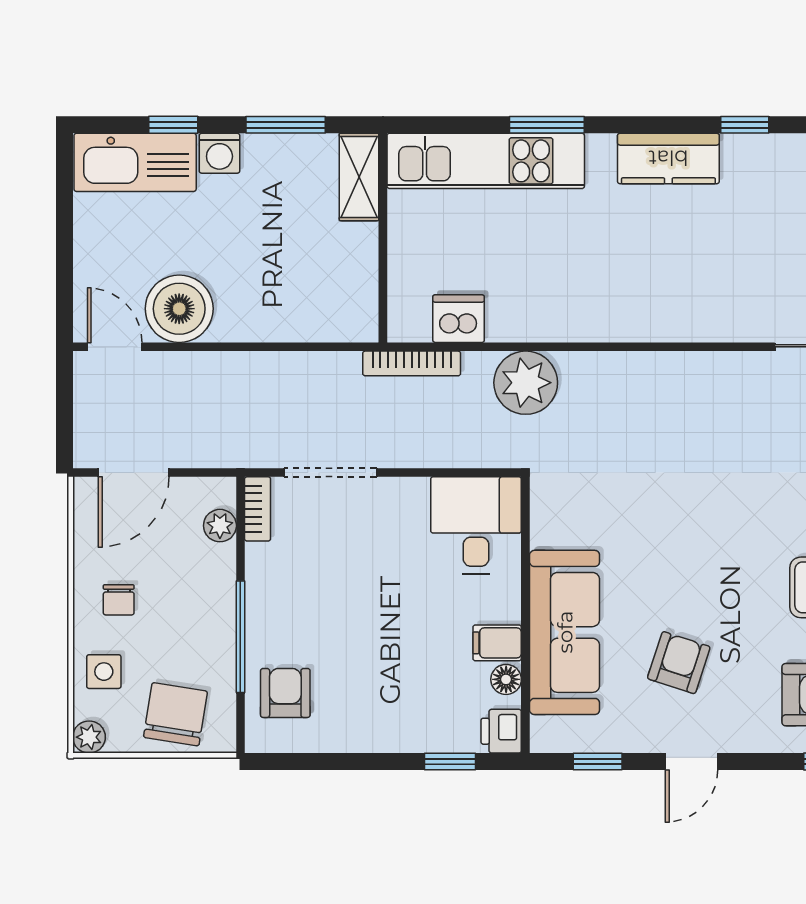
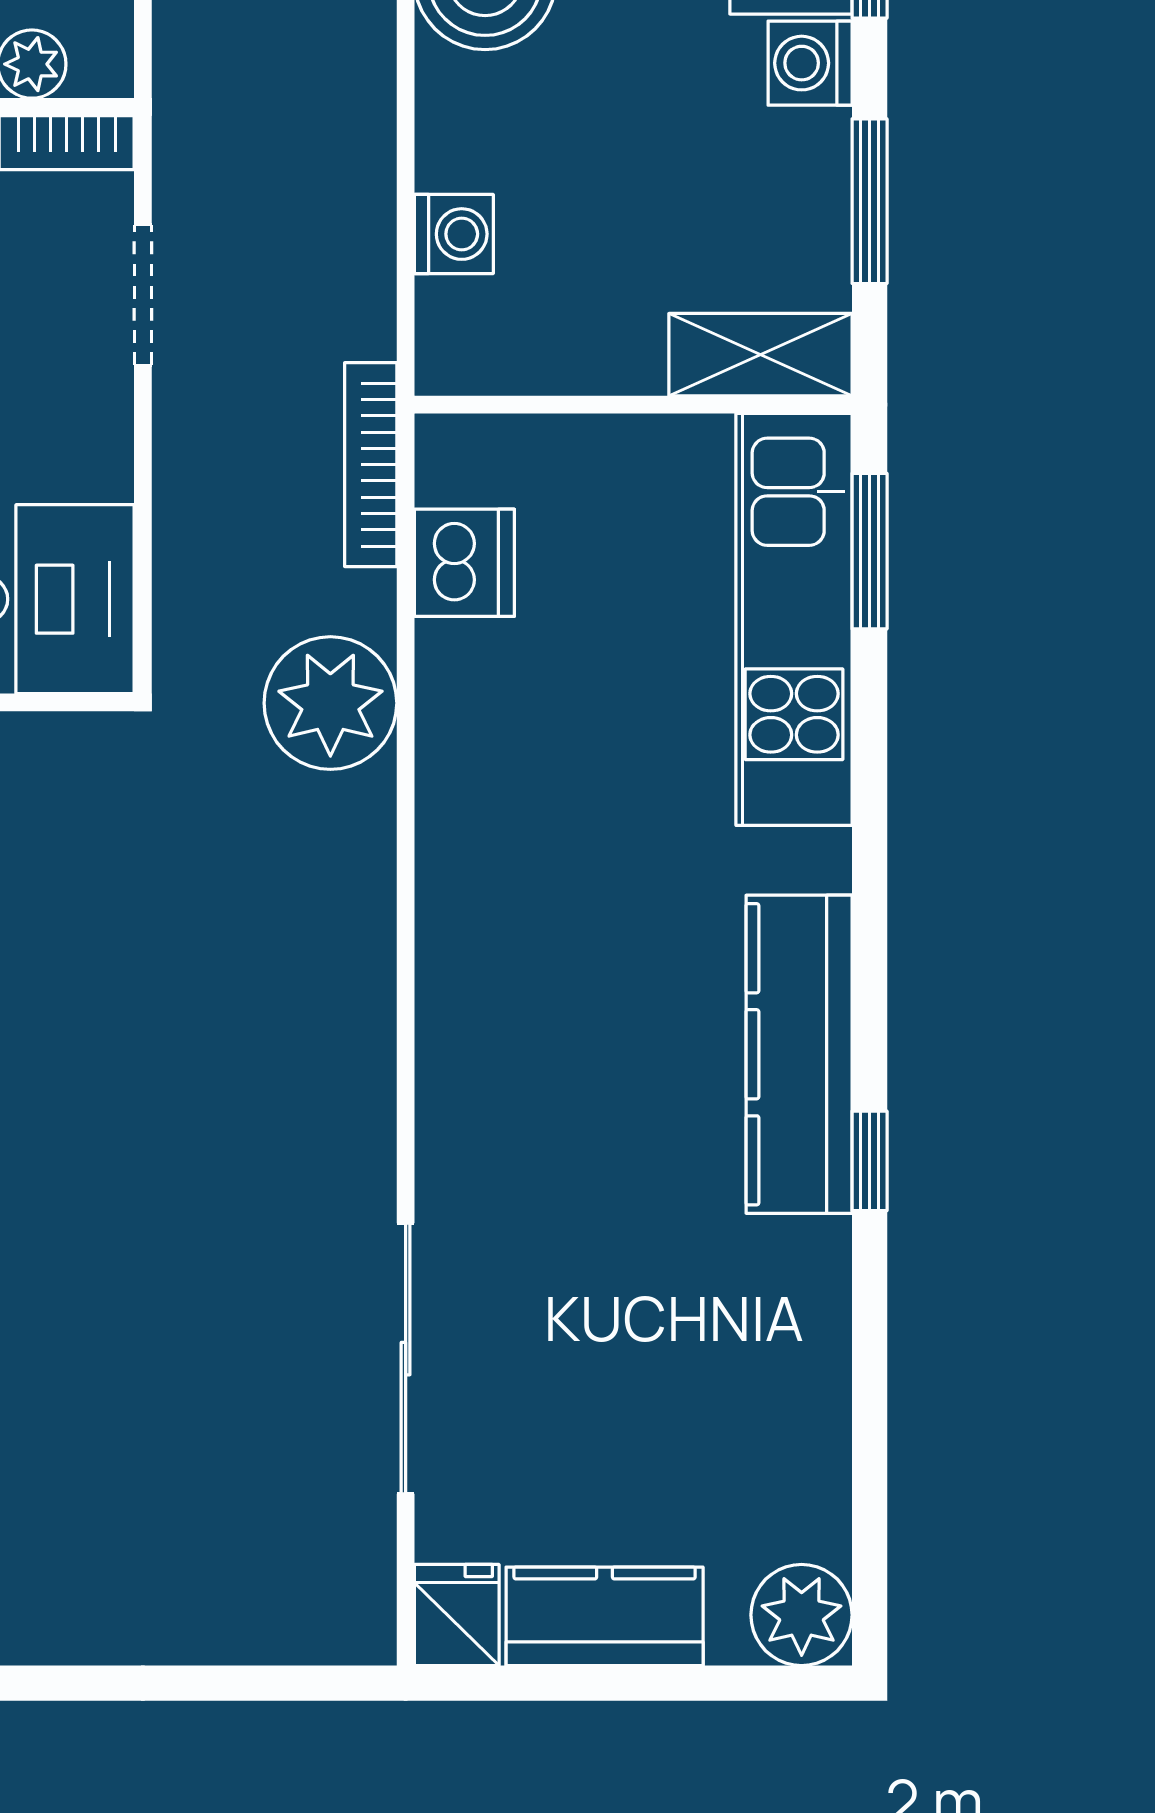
window: (547, 125) -> (870, 551), moved
kitchen counter: (668, 158) -> (799, 1054), width x1.50
washing machine: (301, 324) -> (454, 234), added
doorway: (330, 472) -> (143, 295), width x0.73

